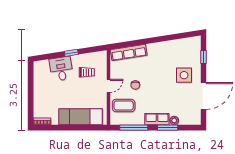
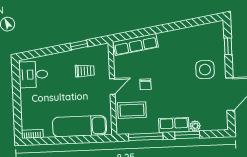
window: (71, 53) -> (79, 45), moved
desk: (61, 69) -> (33, 74), moved, turned -81

